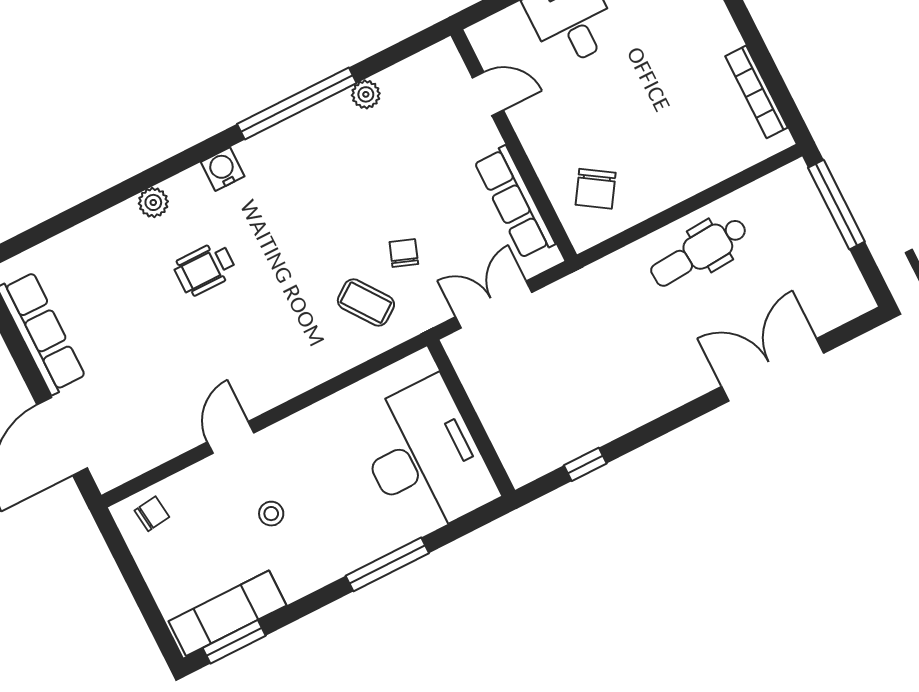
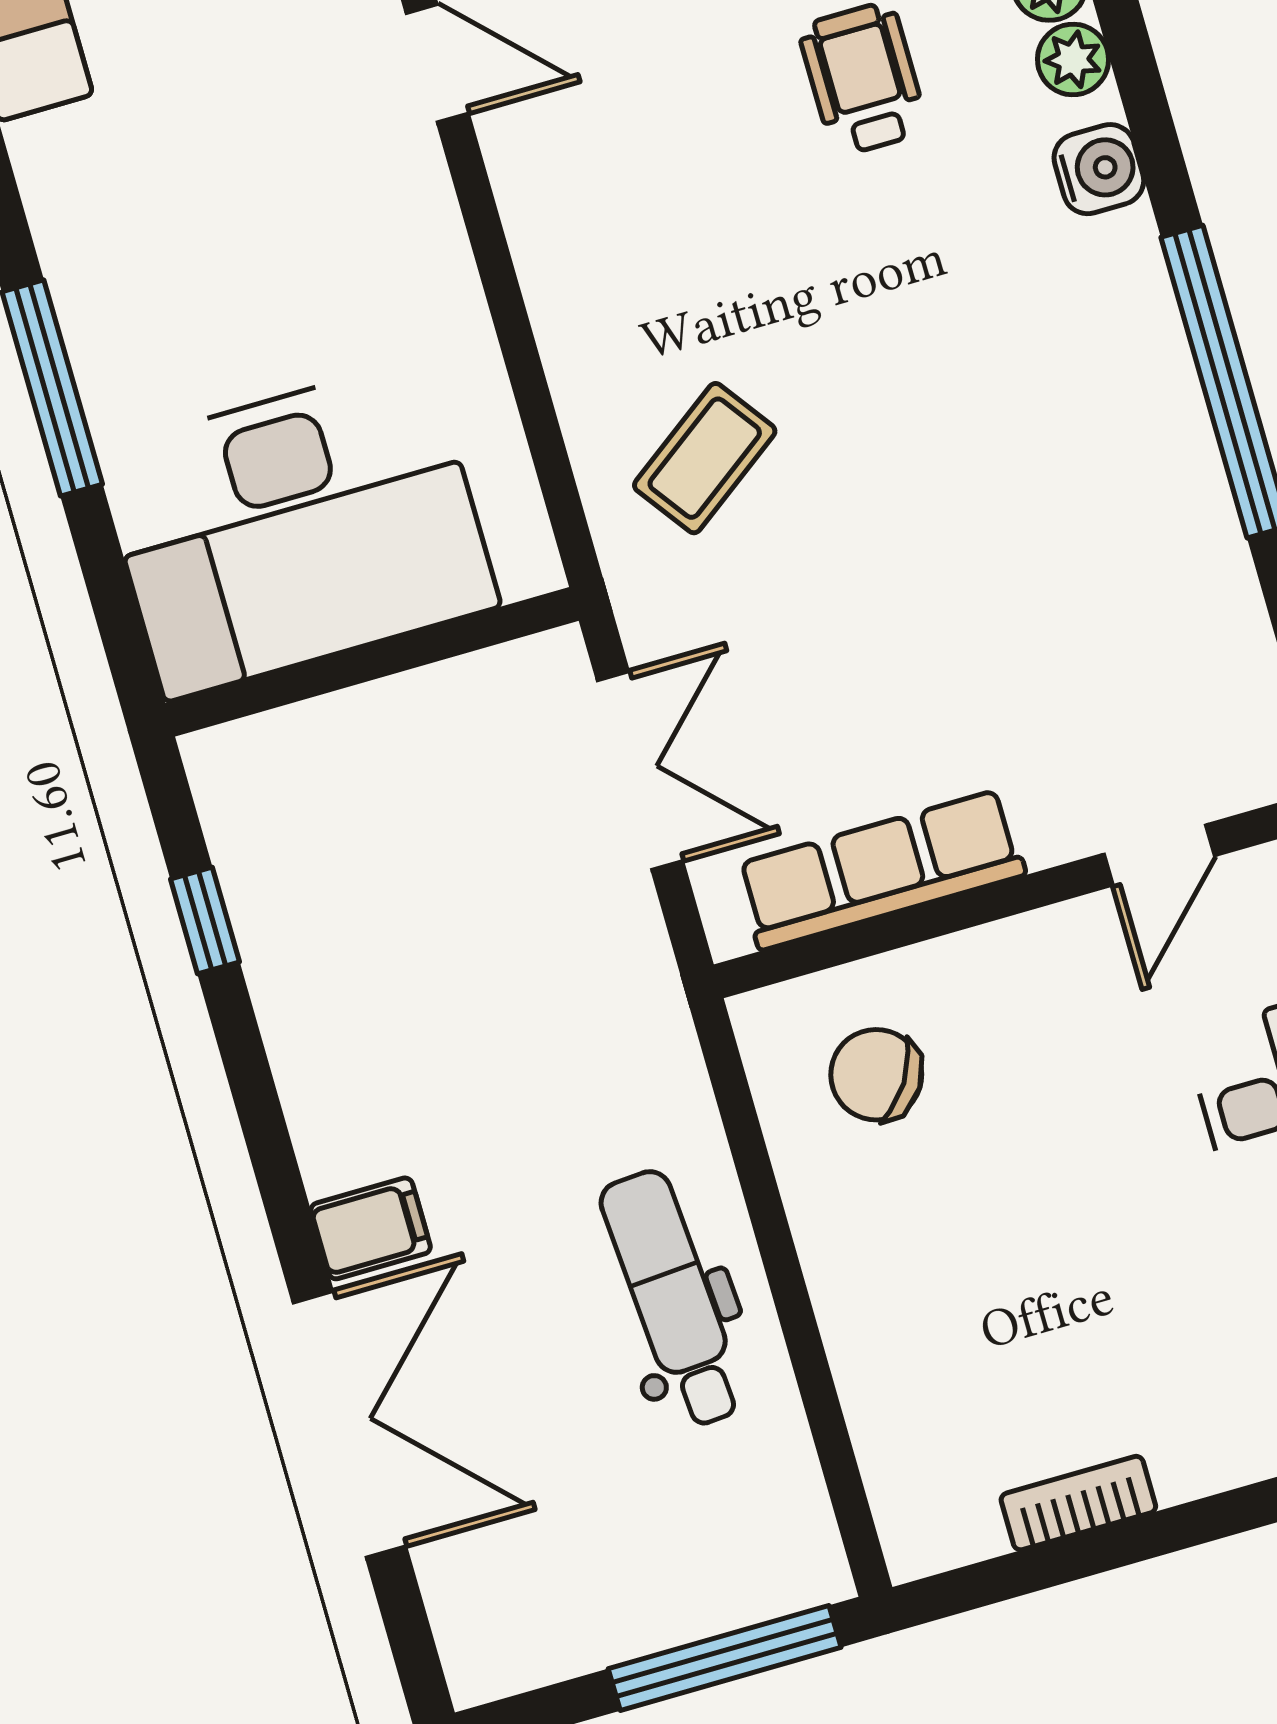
bookcase: (756, 92) -> (1078, 1503), width x0.64
plant: (366, 94) -> (1073, 59), moved
chair: (404, 253) -> (808, 574), removed
filing cabinet: (694, 376) -> (371, 1228), added
stool: (271, 514) -> (231, 127), removed

